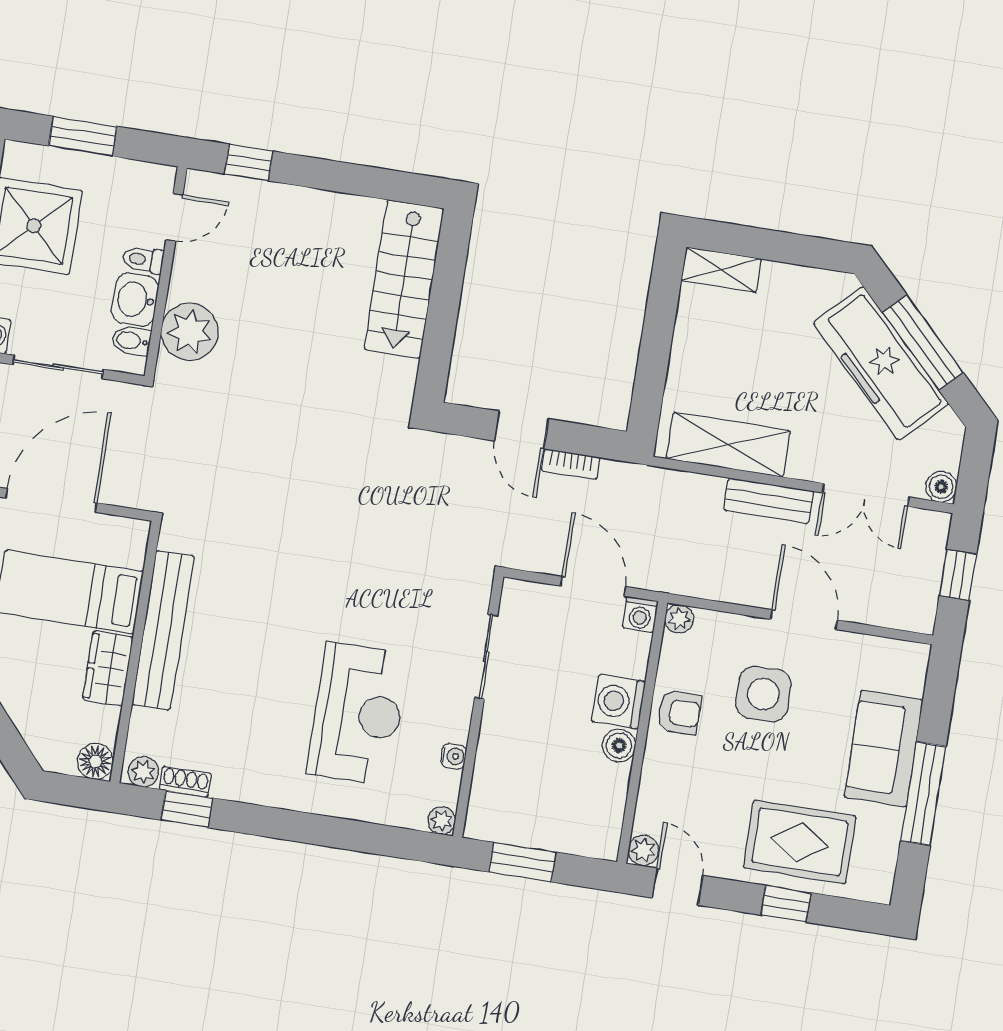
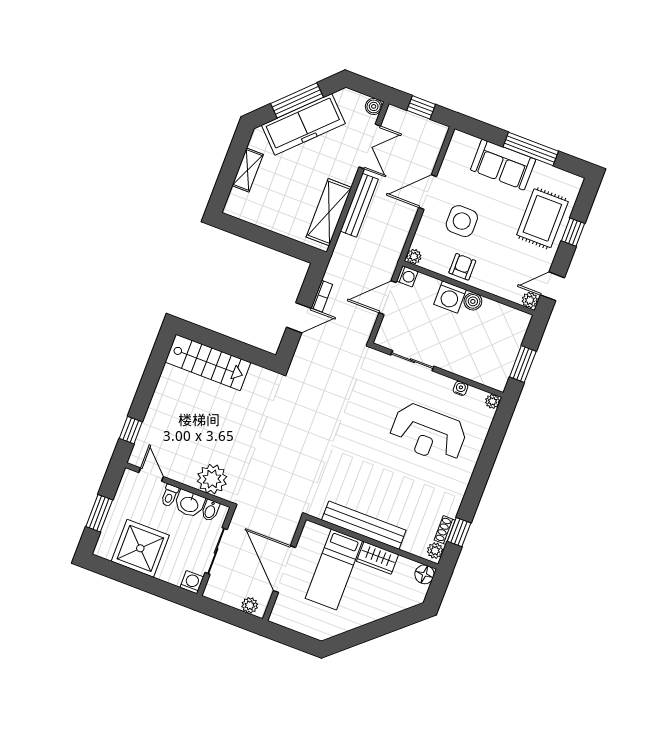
shelving: (721, 270) -> (248, 170), moved
bench: (769, 501) -> (359, 205), width x1.36
reception desk: (358, 714) -> (428, 433), turned 180

